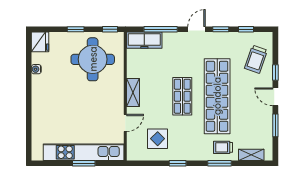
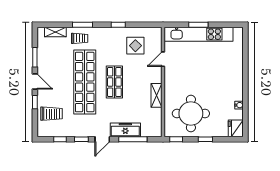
freezer: (144, 40) -> (125, 130), moved
trolley: (256, 59) -> (51, 114), turned 71
shelving: (133, 92) -> (156, 95), moved

